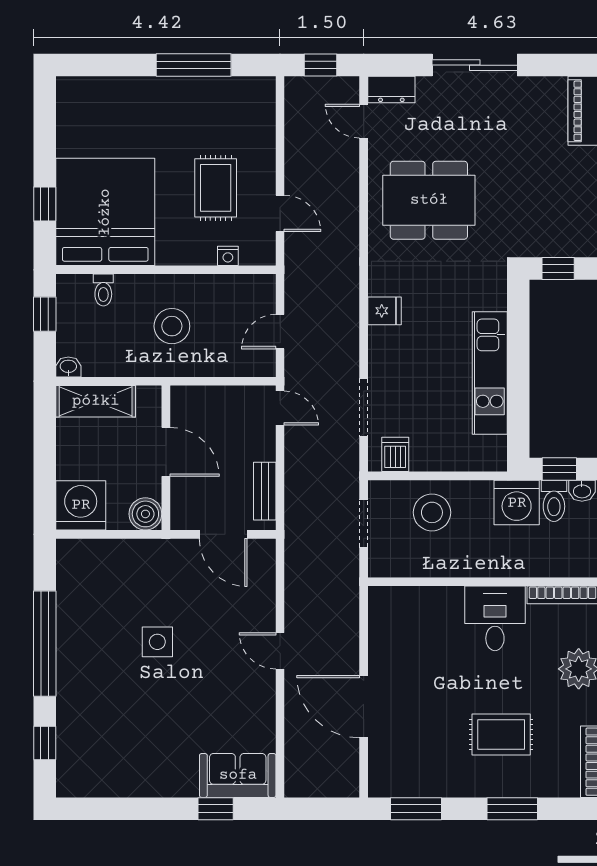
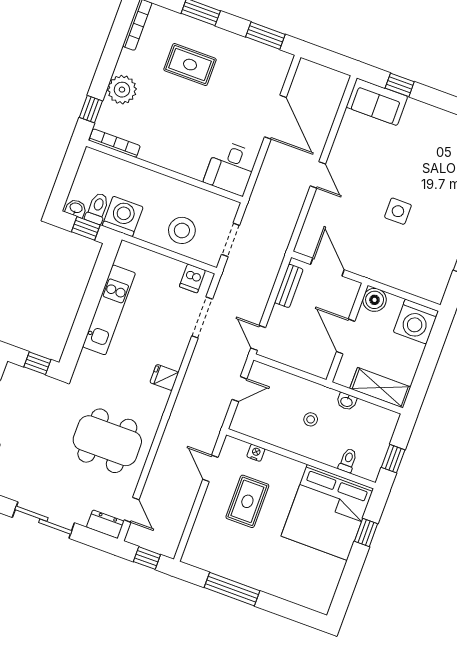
stool: (172, 326) -> (311, 419), width x0.53, depth x0.53
washbasin: (68, 367) -> (347, 401), moved
desk: (495, 618) -> (231, 168), moved

